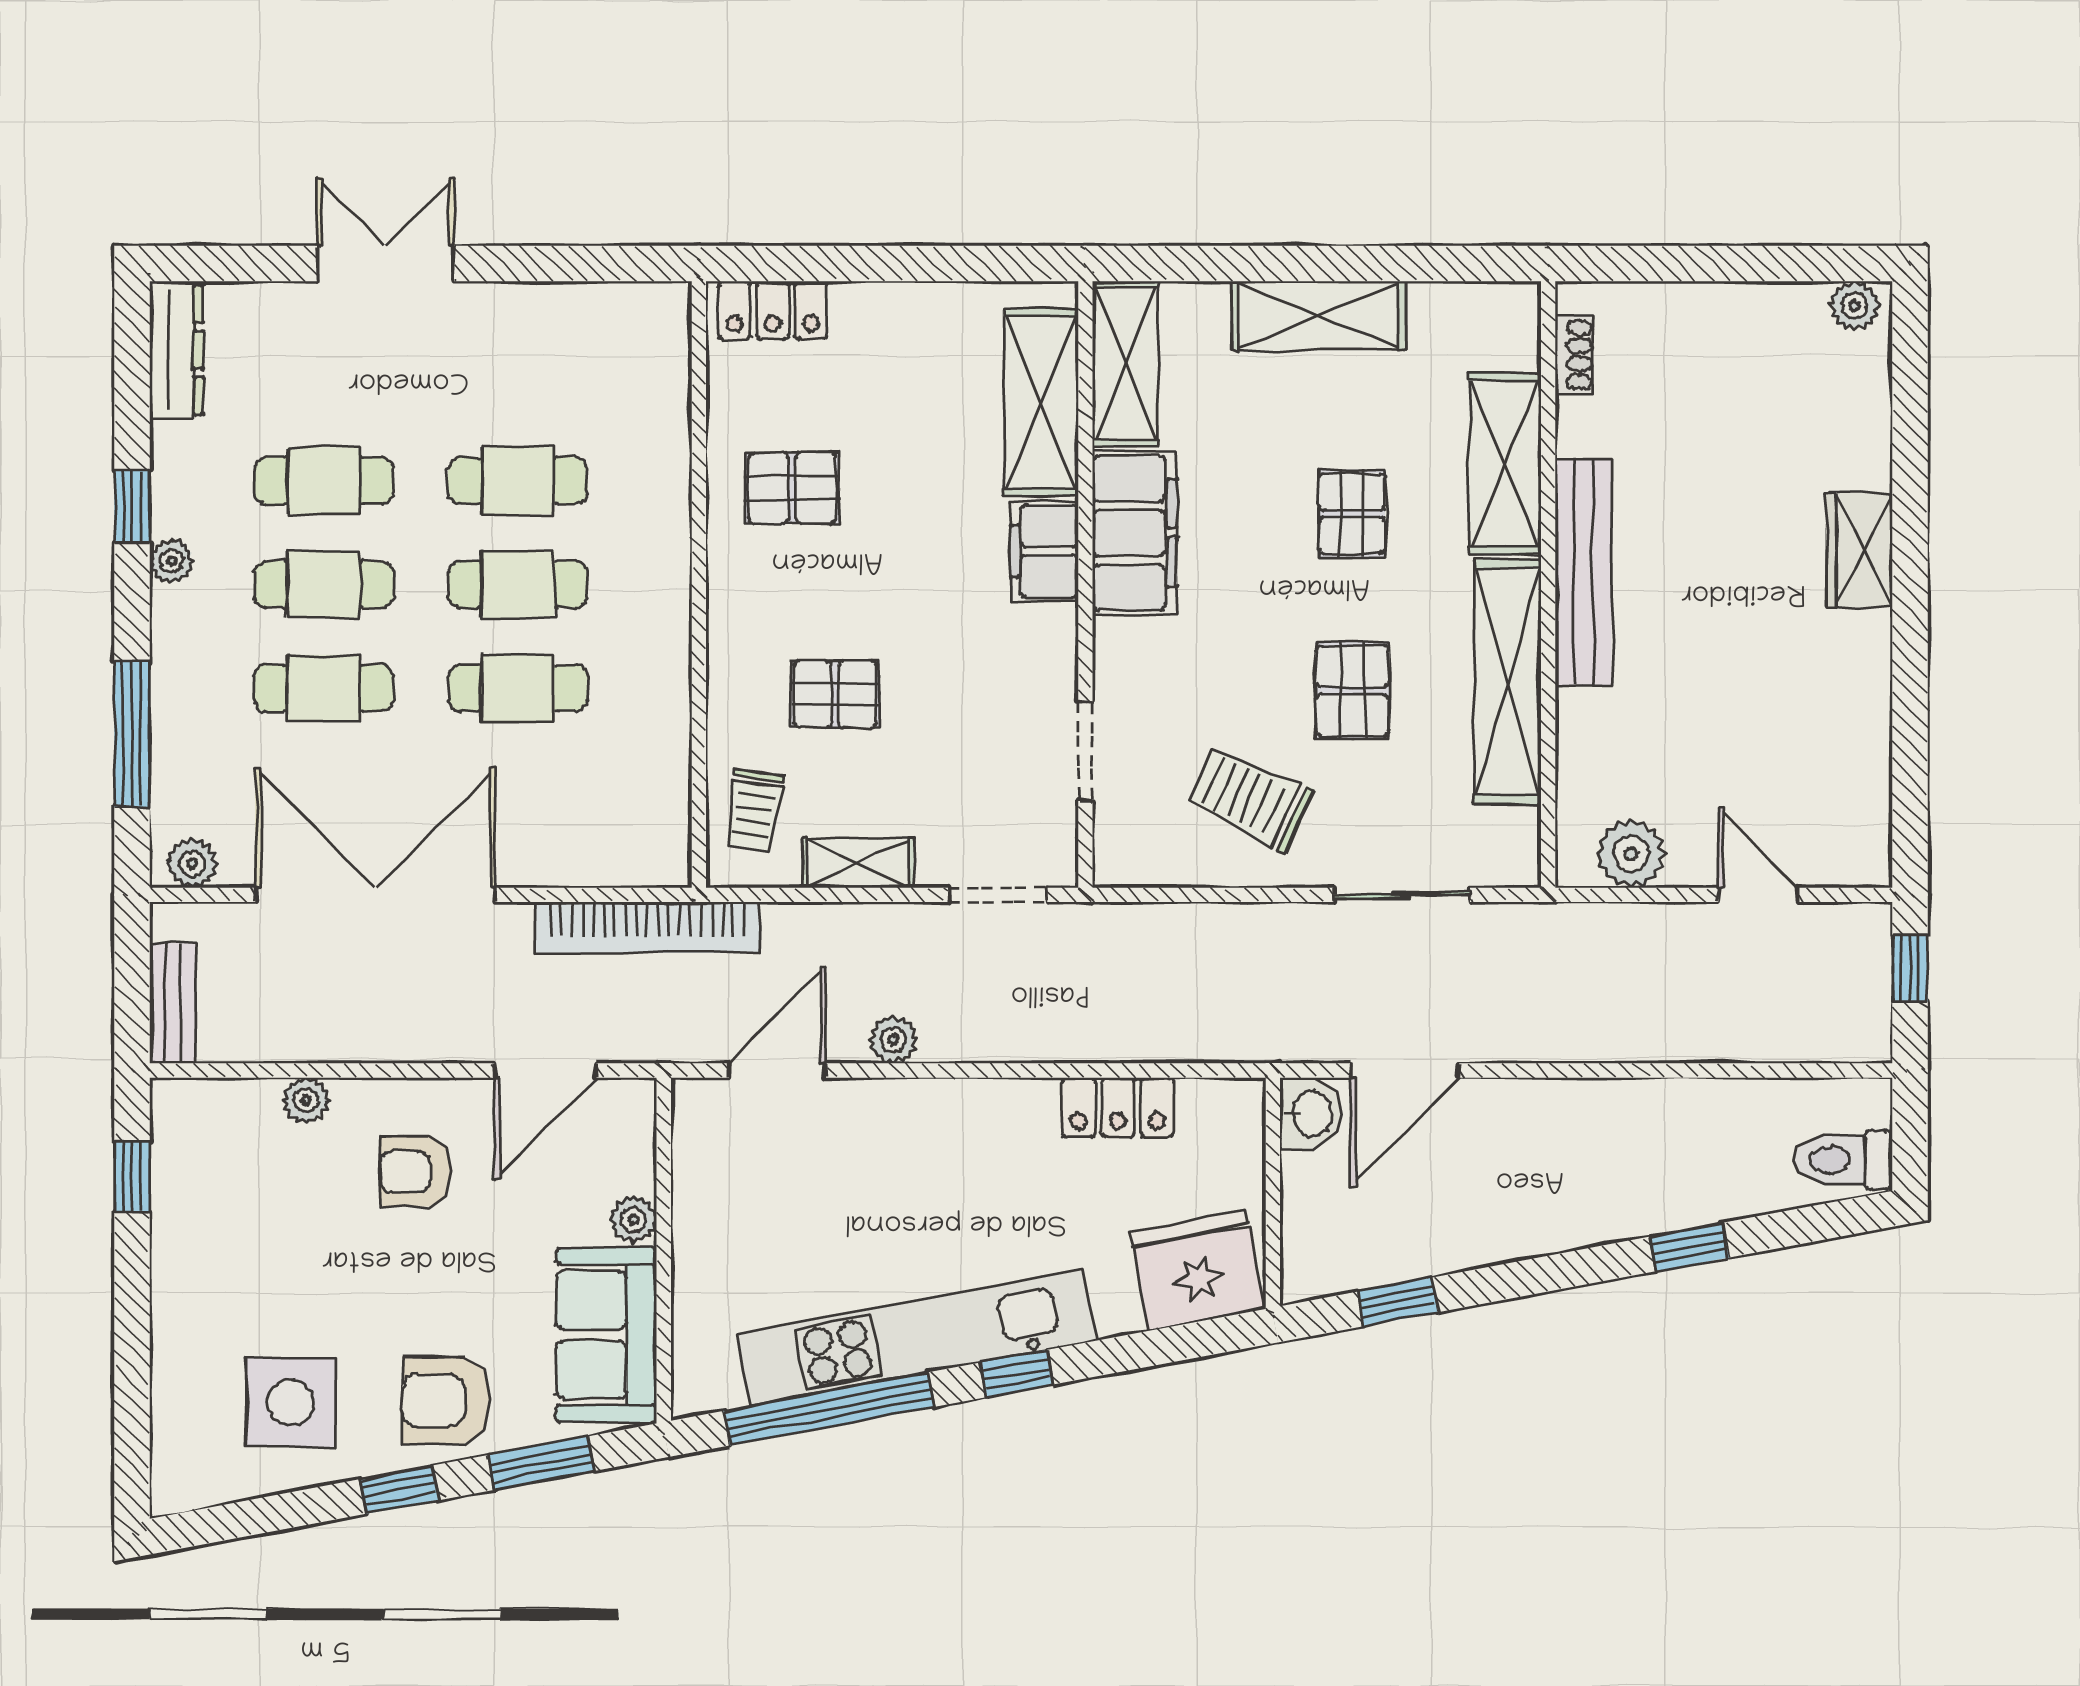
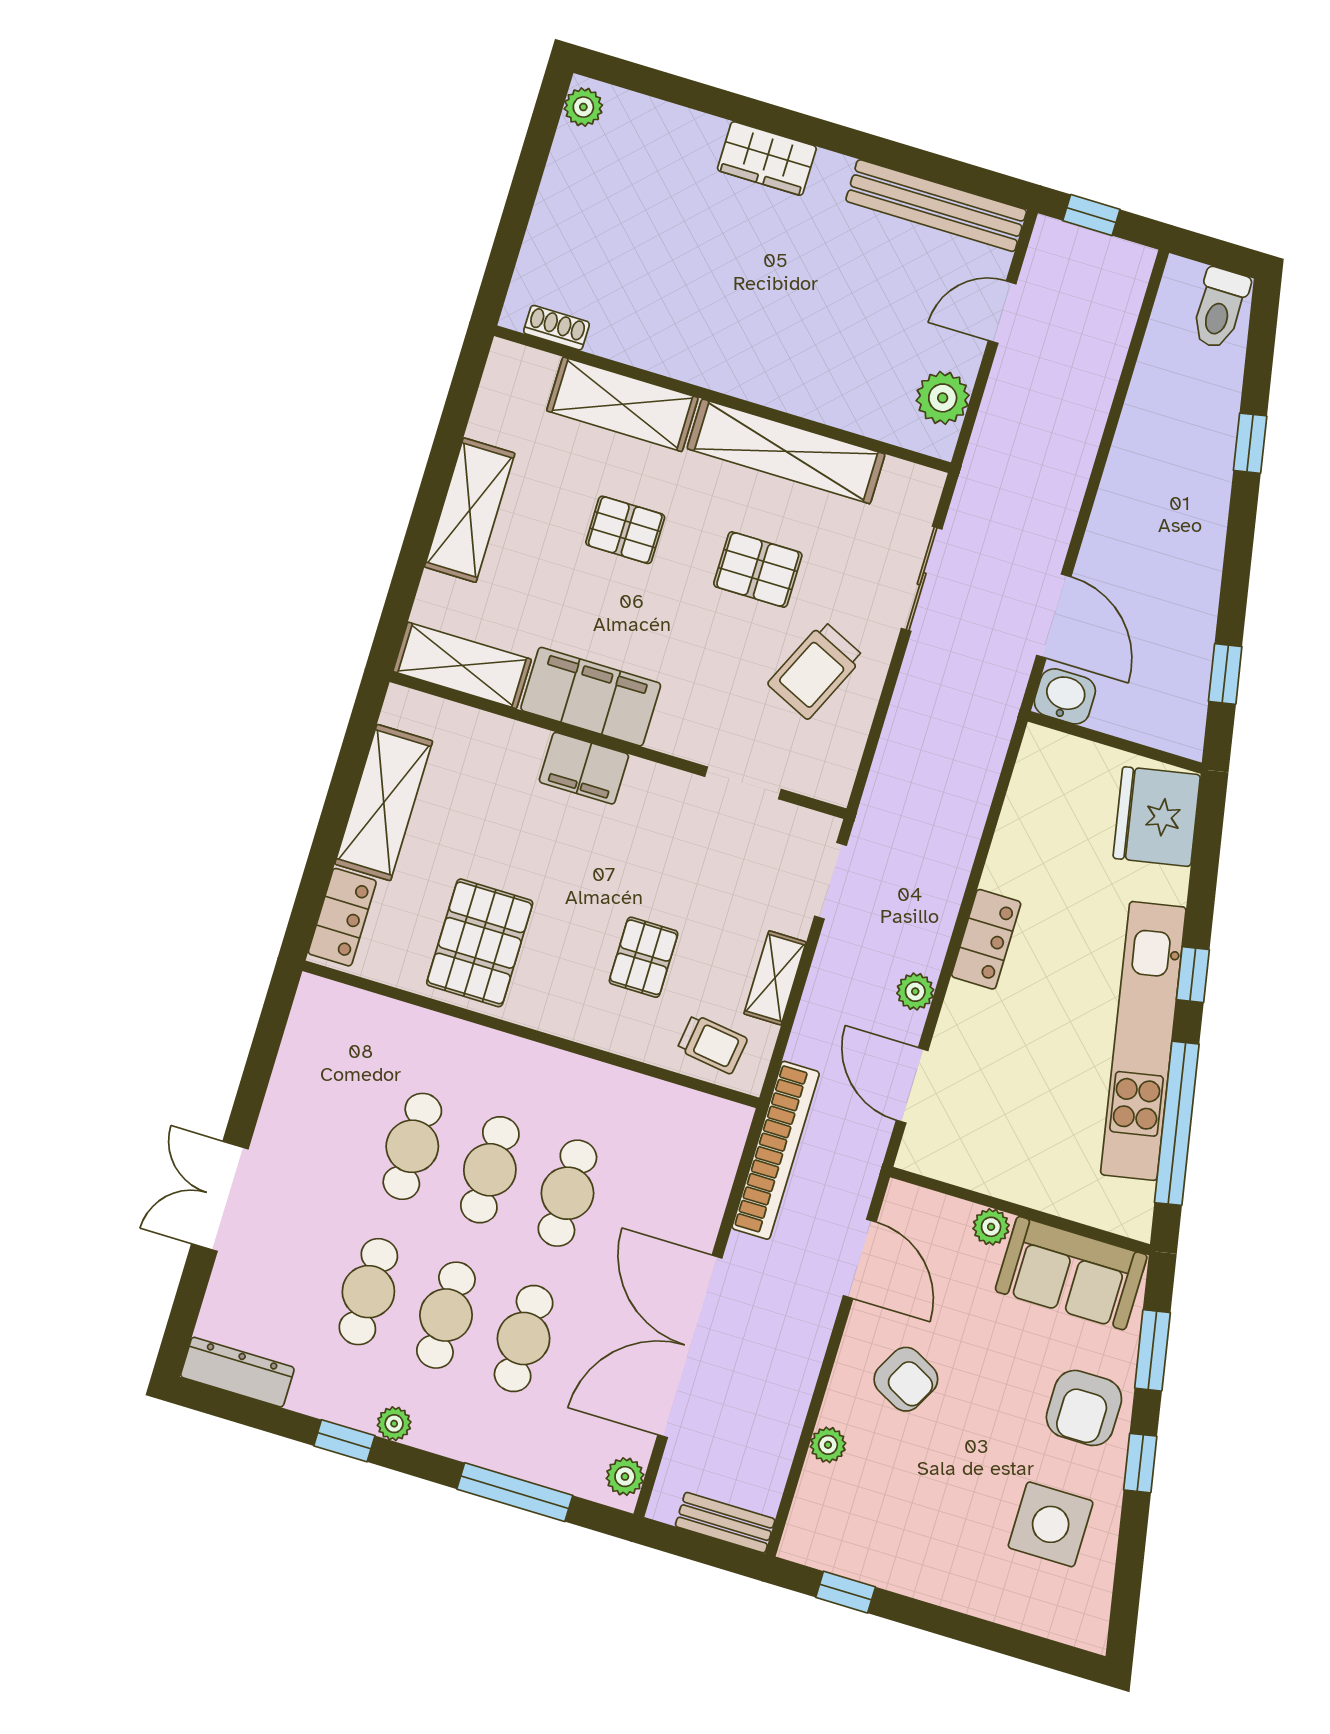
shelving: (1041, 402) -> (384, 803), moved, turned 90
pallet: (792, 488) -> (480, 943), width x1.50, depth x1.42
bench: (1583, 573) -> (936, 206), moved
locker: (1118, 1107) -> (986, 939), moved
armchair: (415, 1172) -> (906, 1379), turned -62

